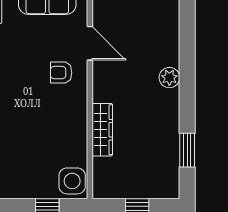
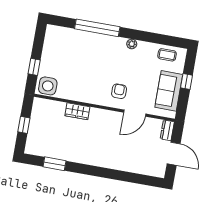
plant: (169, 78) -> (103, 161), removed
wardrobe: (102, 130) -> (77, 111), width x0.67

